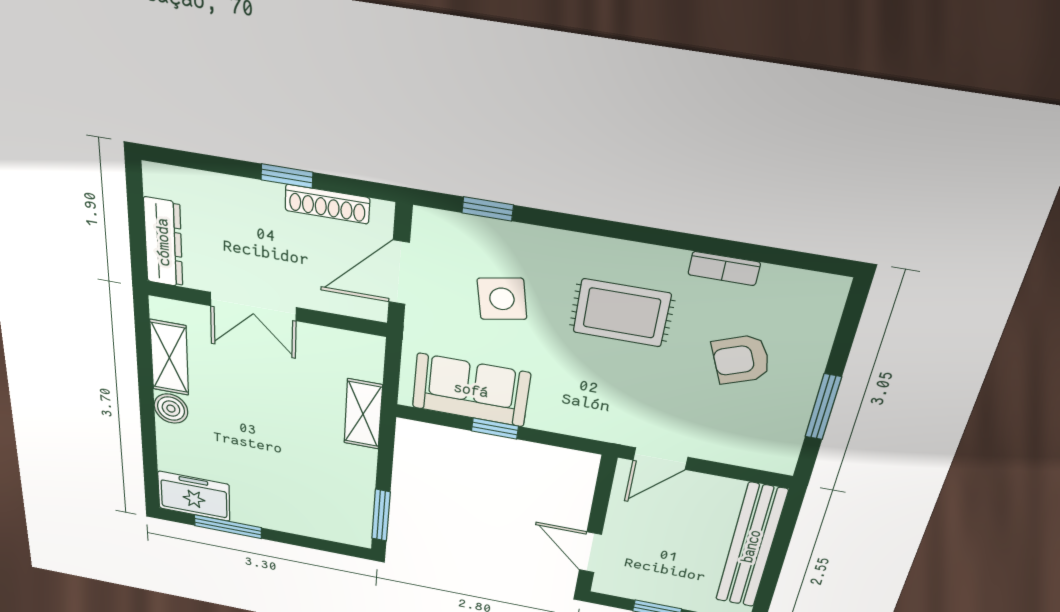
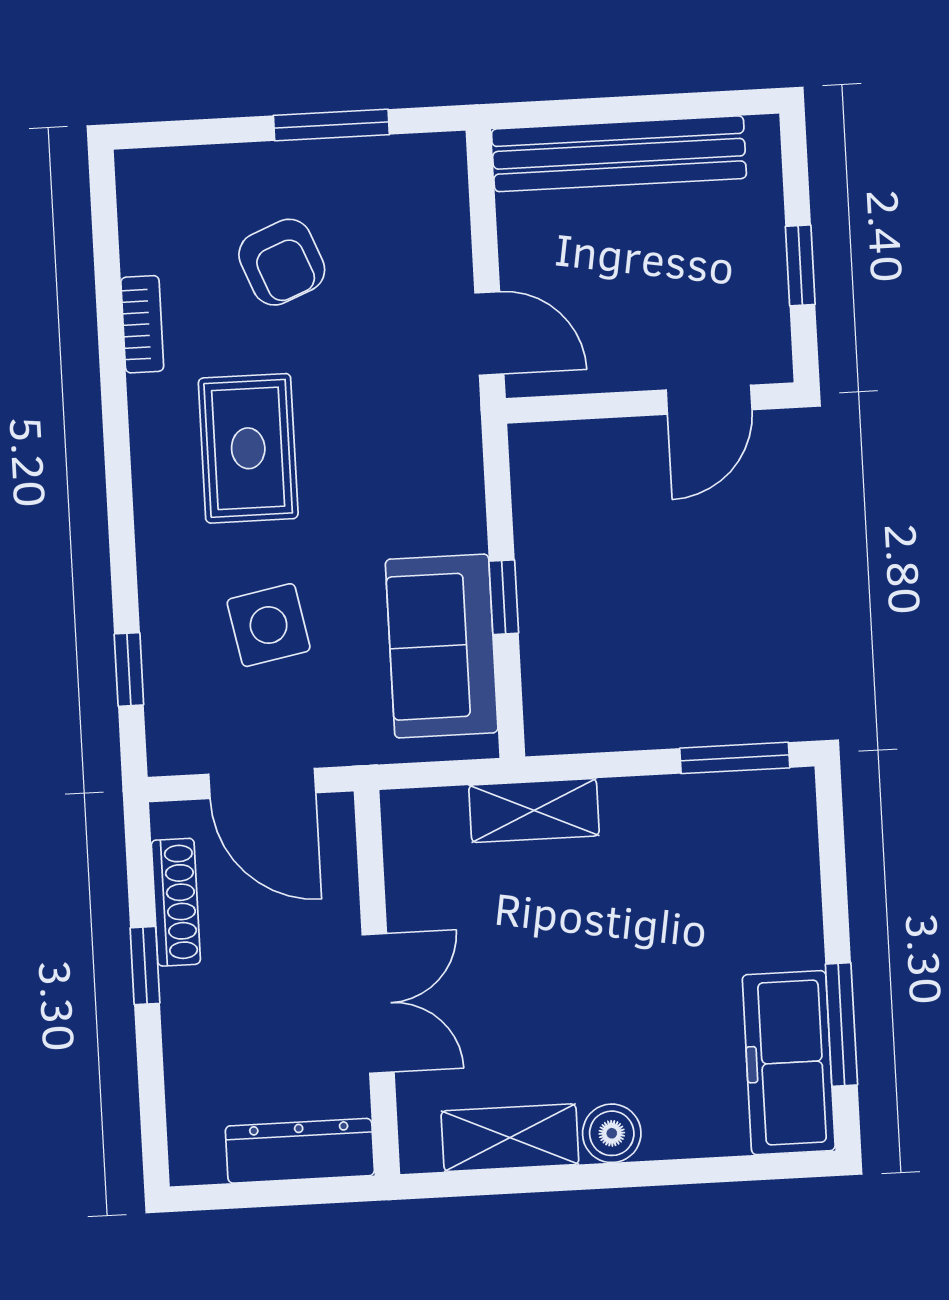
freezer: (194, 496) -> (789, 1063), width x1.40

